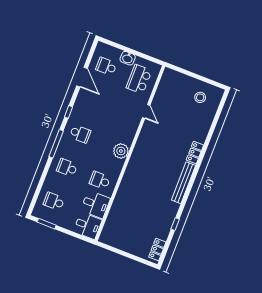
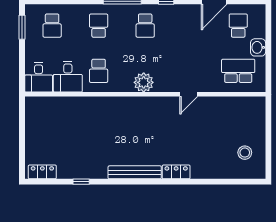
door: (146, 112) -> (189, 94), moved
school desk: (100, 180) -> (99, 71), turned 180
school desk: (54, 201) -> (52, 26), turned 180

